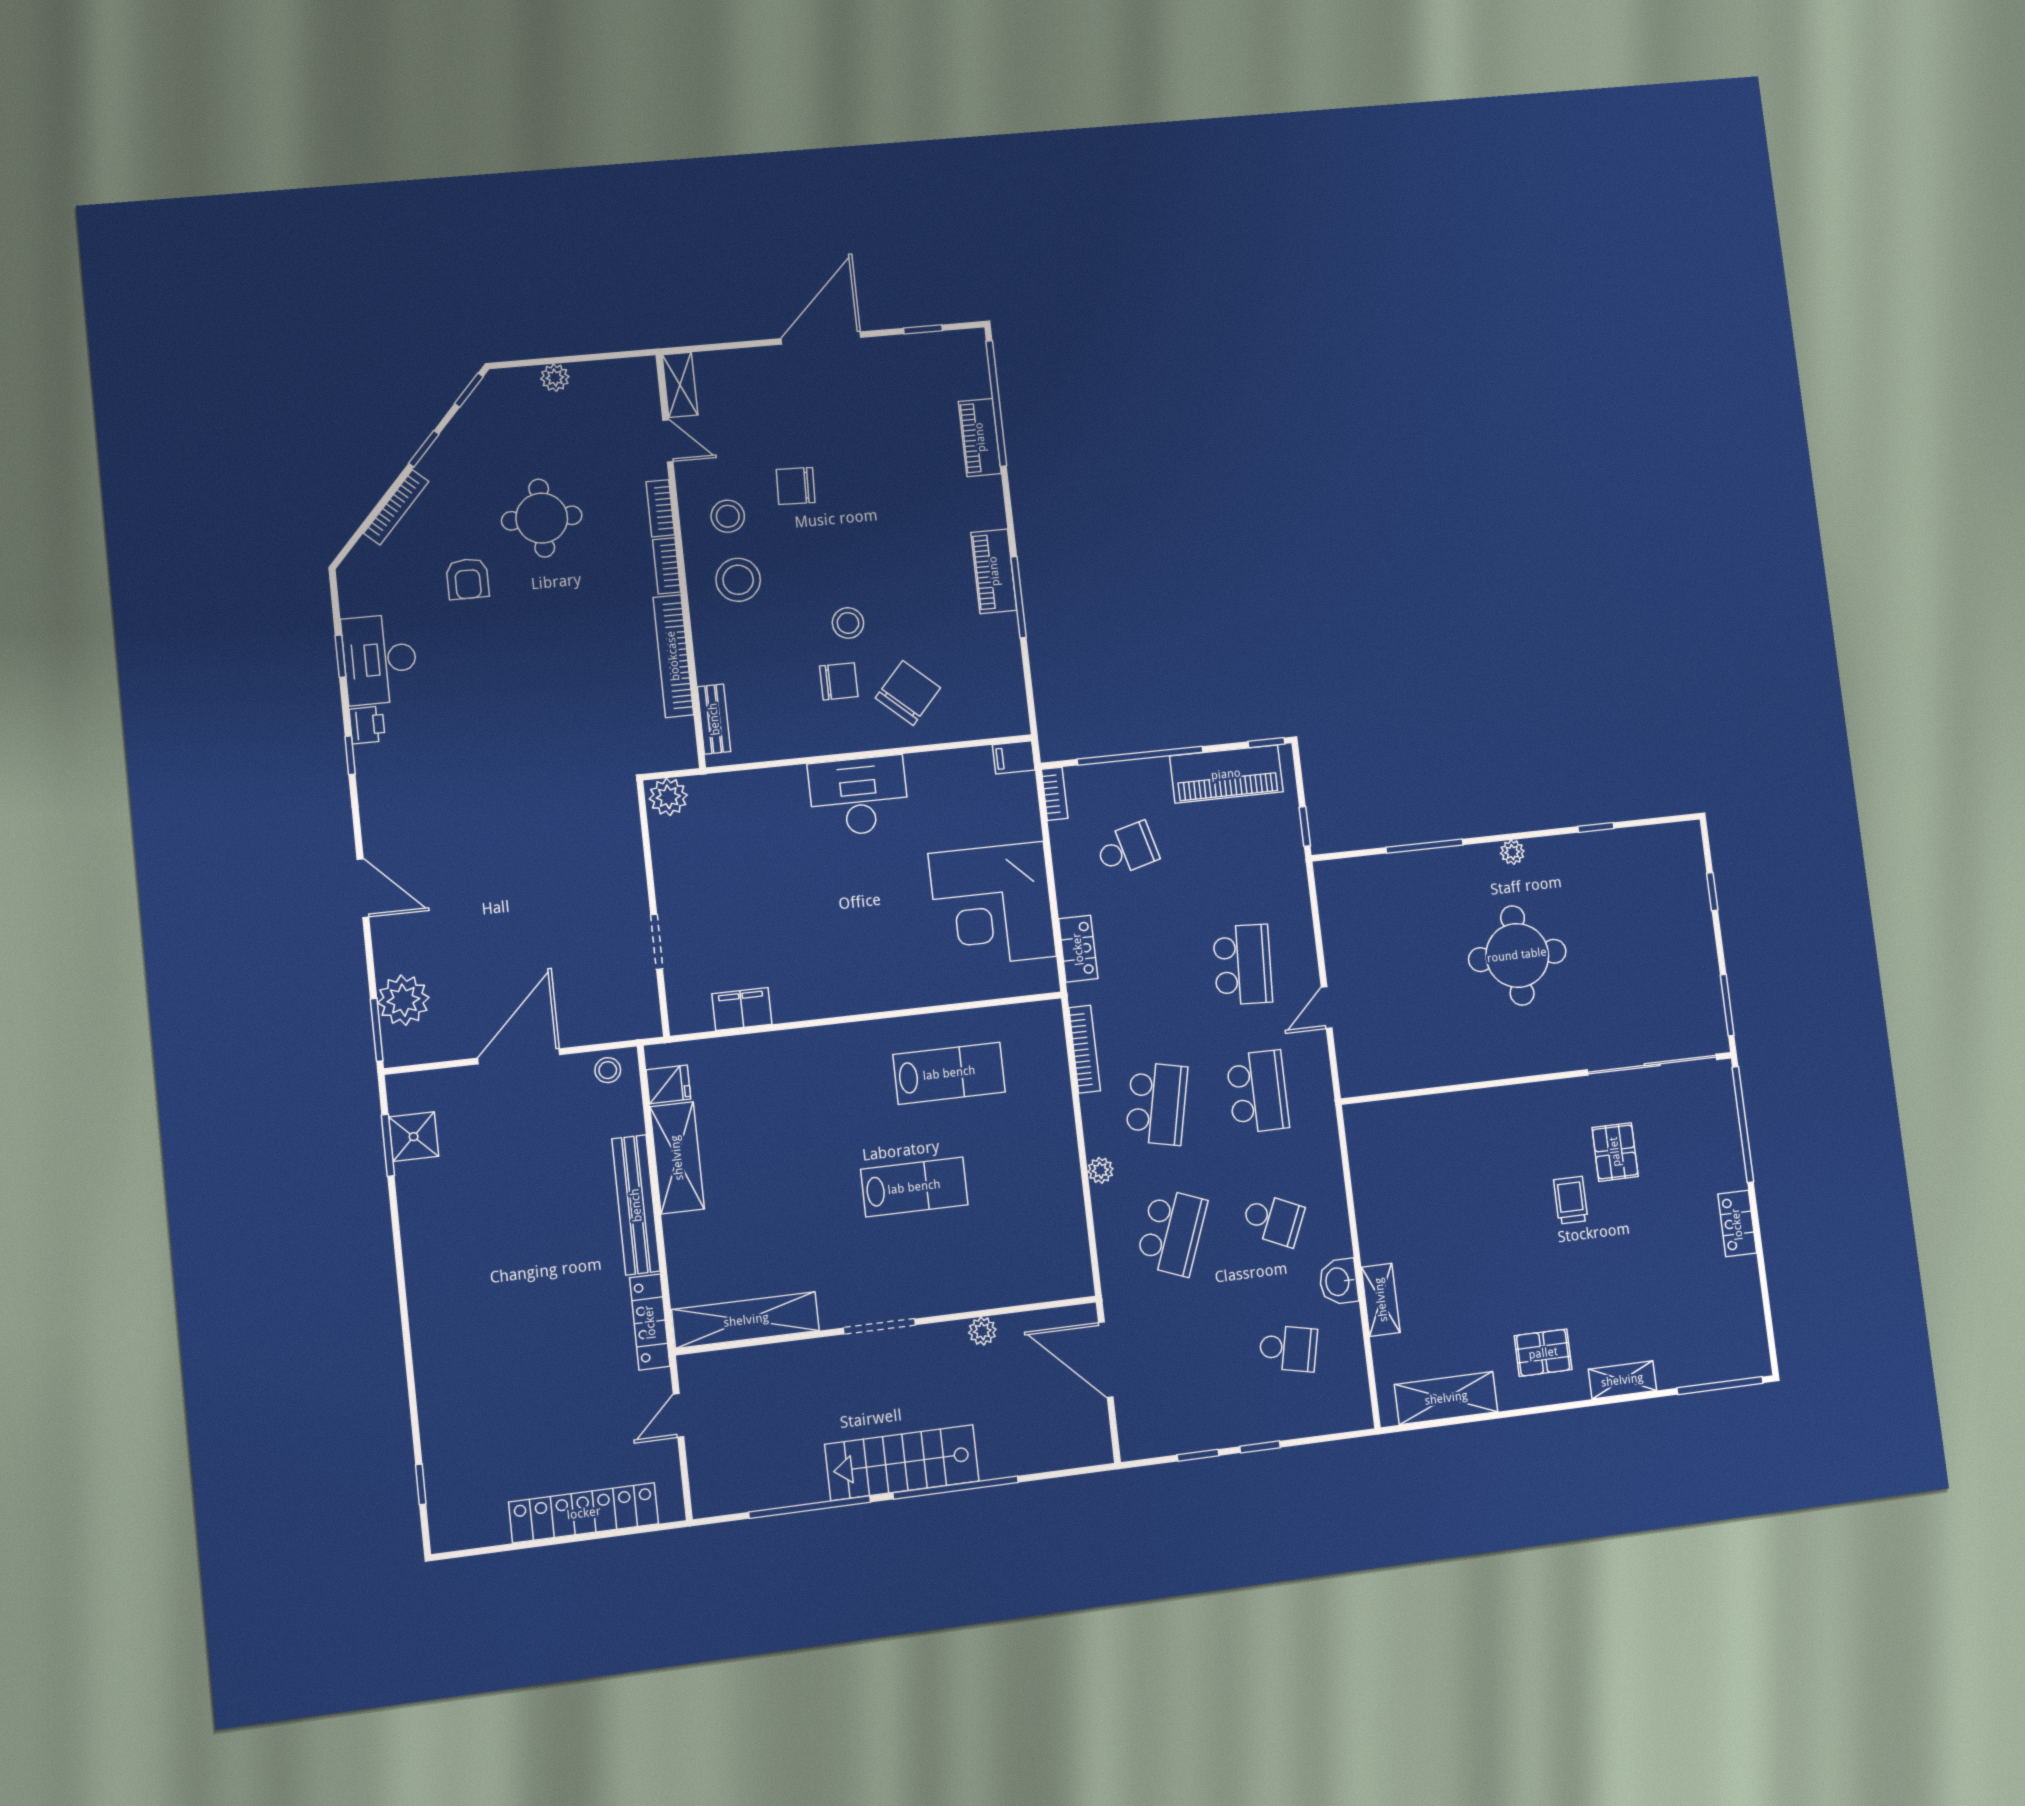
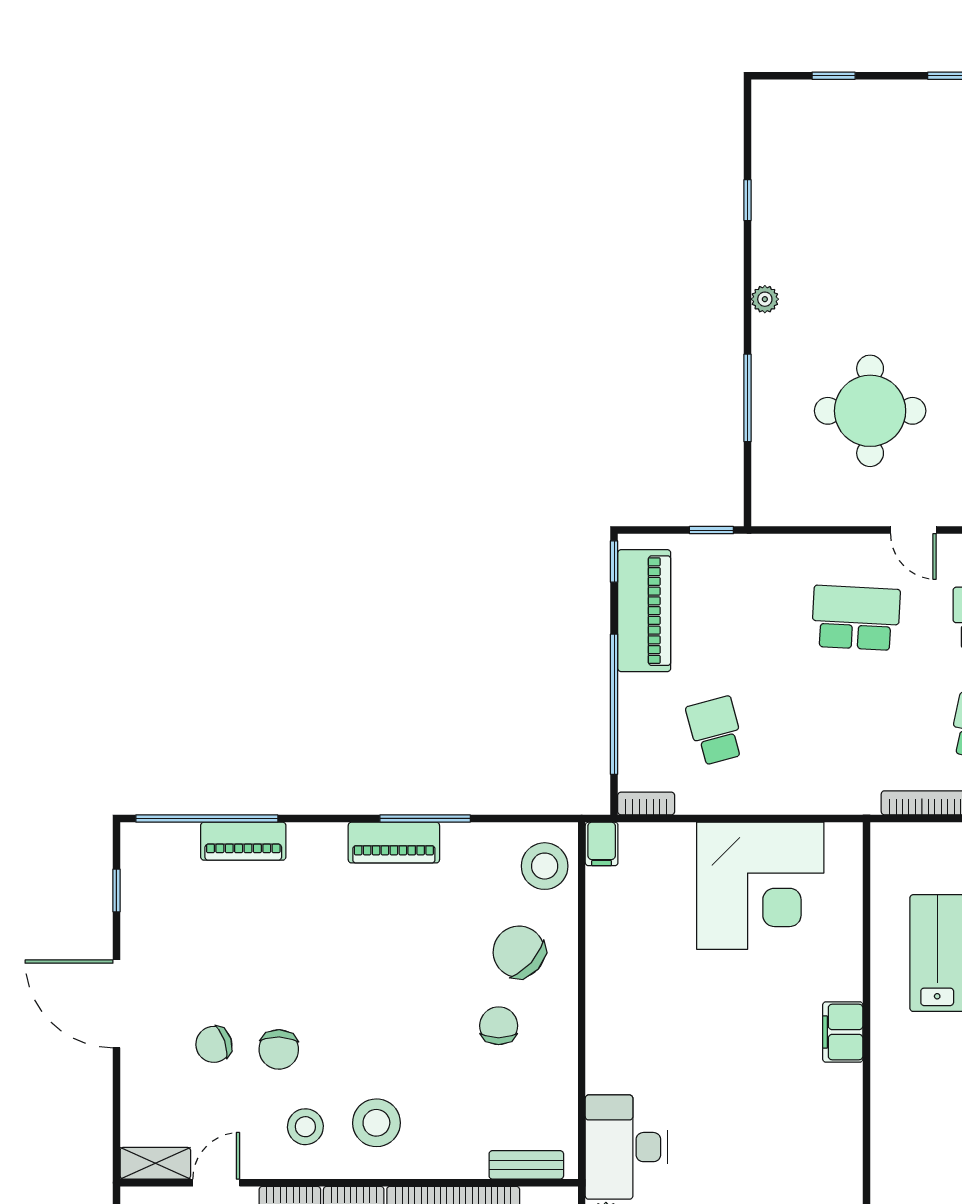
chair: (794, 428) -> (214, 1044), added
stool: (848, 623) -> (545, 866), moved, width x1.38, depth x1.38
desk: (859, 796) -> (626, 1147), moved
locker: (1078, 949) -> (818, 797), removed
round table: (1517, 955) -> (870, 411), moved
filing cabinet: (742, 1009) -> (843, 1032), moved

